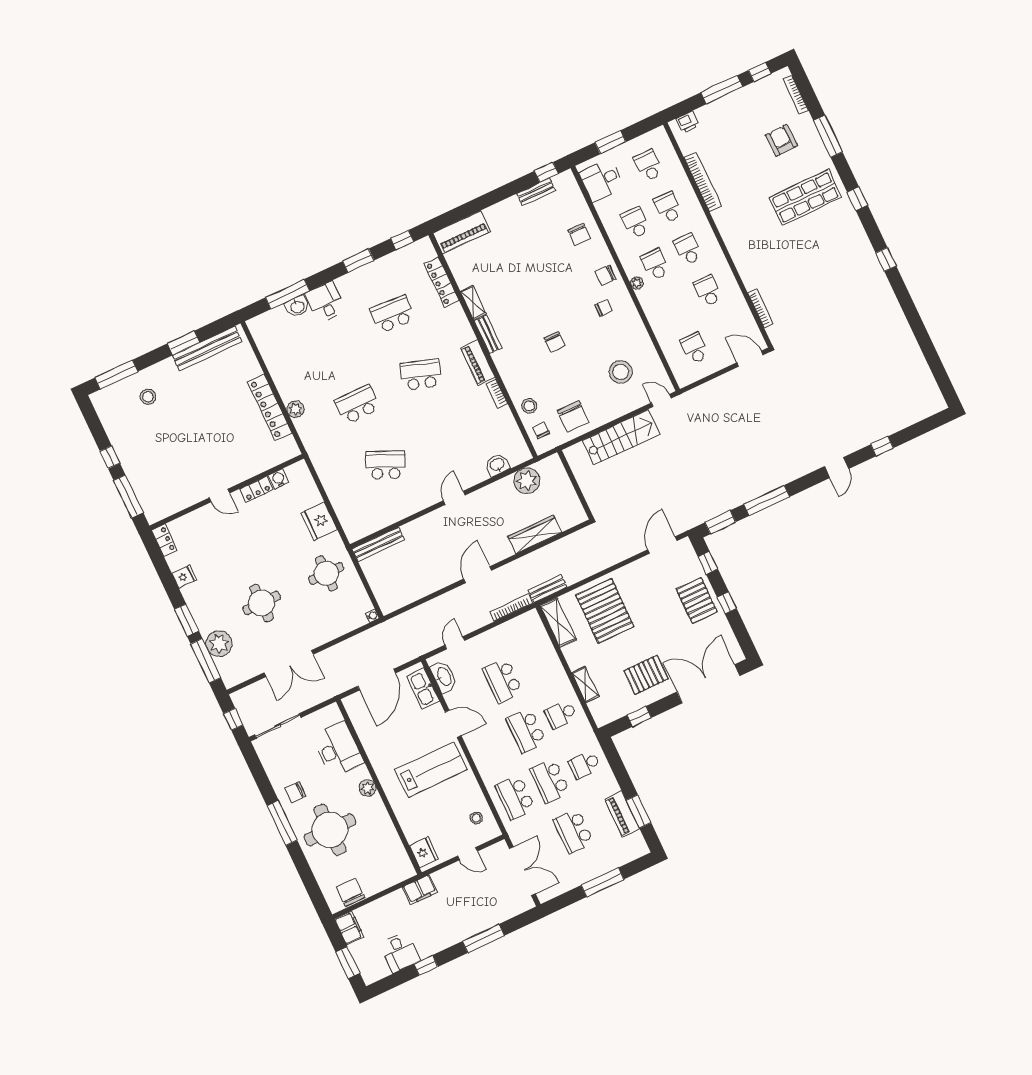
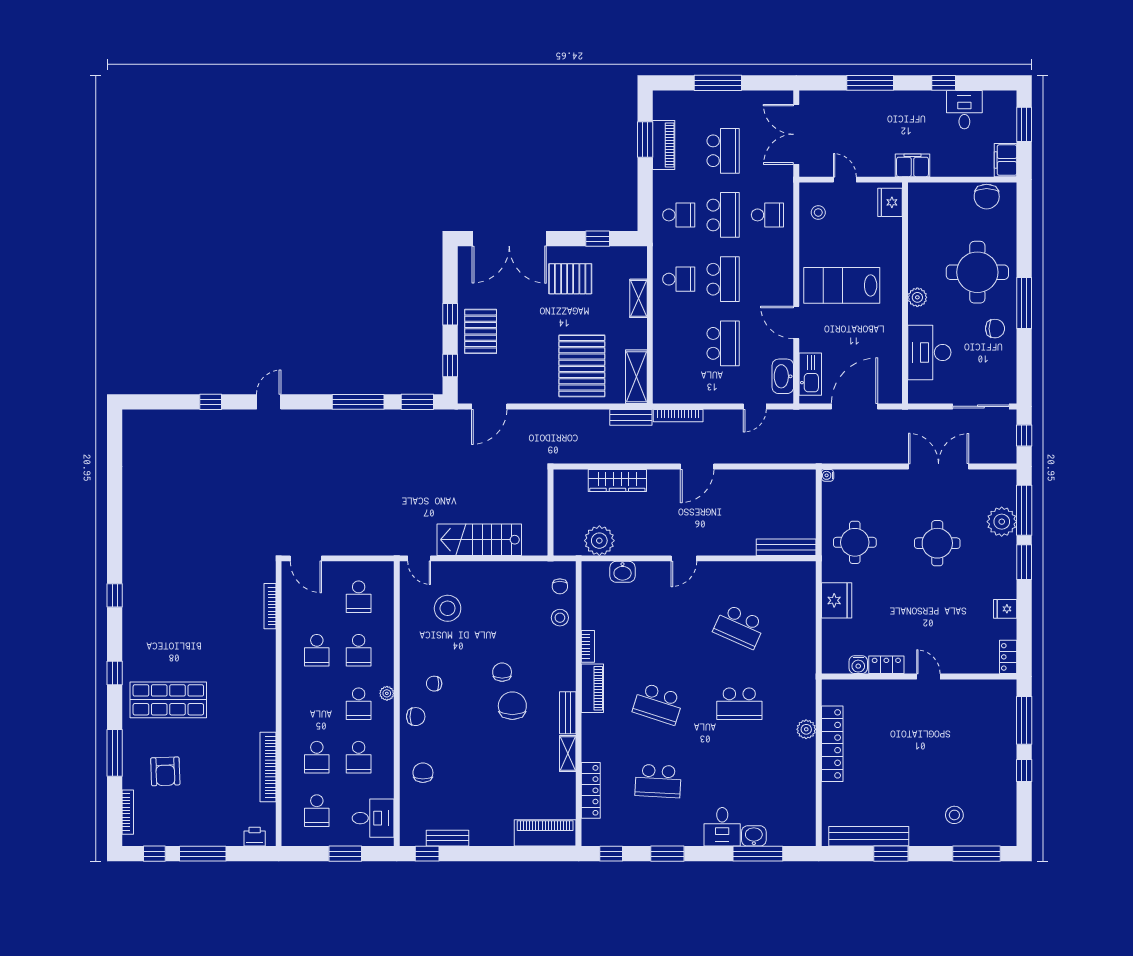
school desk: (688, 249) -> (359, 650), moved
chair: (573, 416) -> (512, 706), moved
school desk: (515, 797) -> (767, 215), width x0.54

